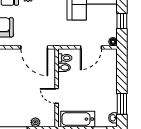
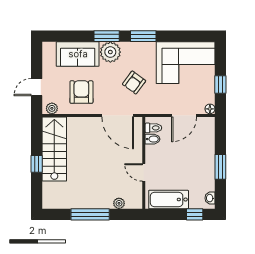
armchair: (48, 19) -> (134, 82), added
window: (122, 104) -> (220, 167), moved

